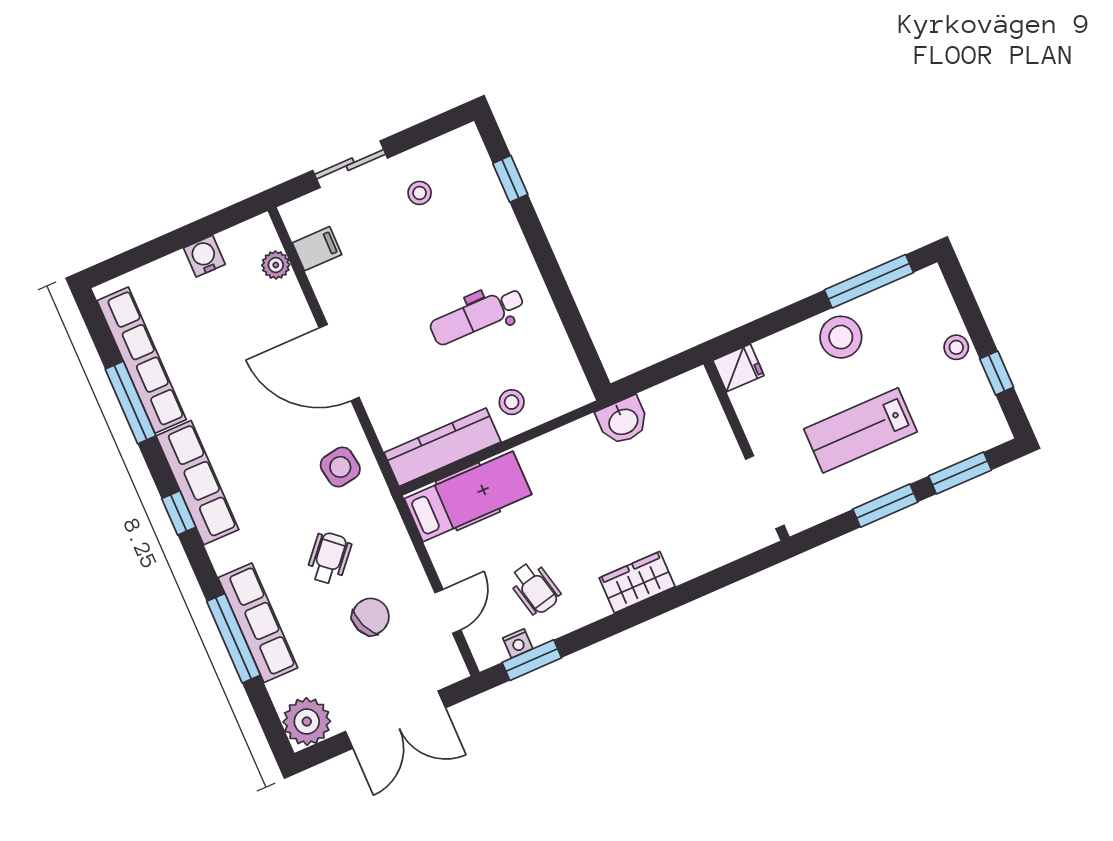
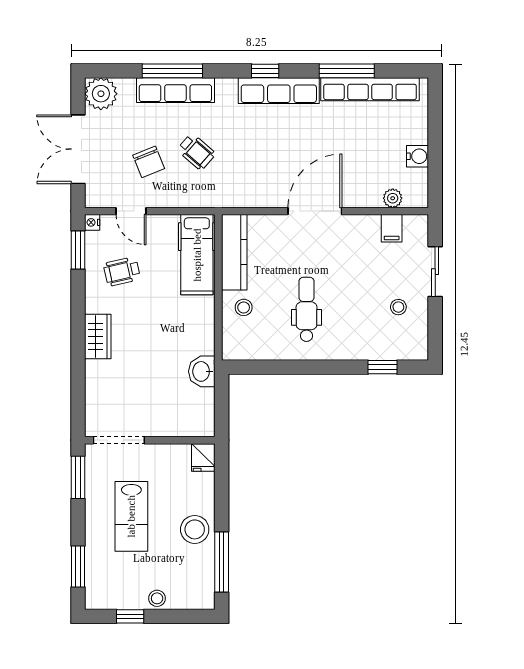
lab bench: (861, 430) -> (131, 516), turned 180
side table: (340, 467) -> (250, 184), removed
window: (885, 506) -> (78, 477), moved
nightstand: (518, 643) -> (92, 222), moved

